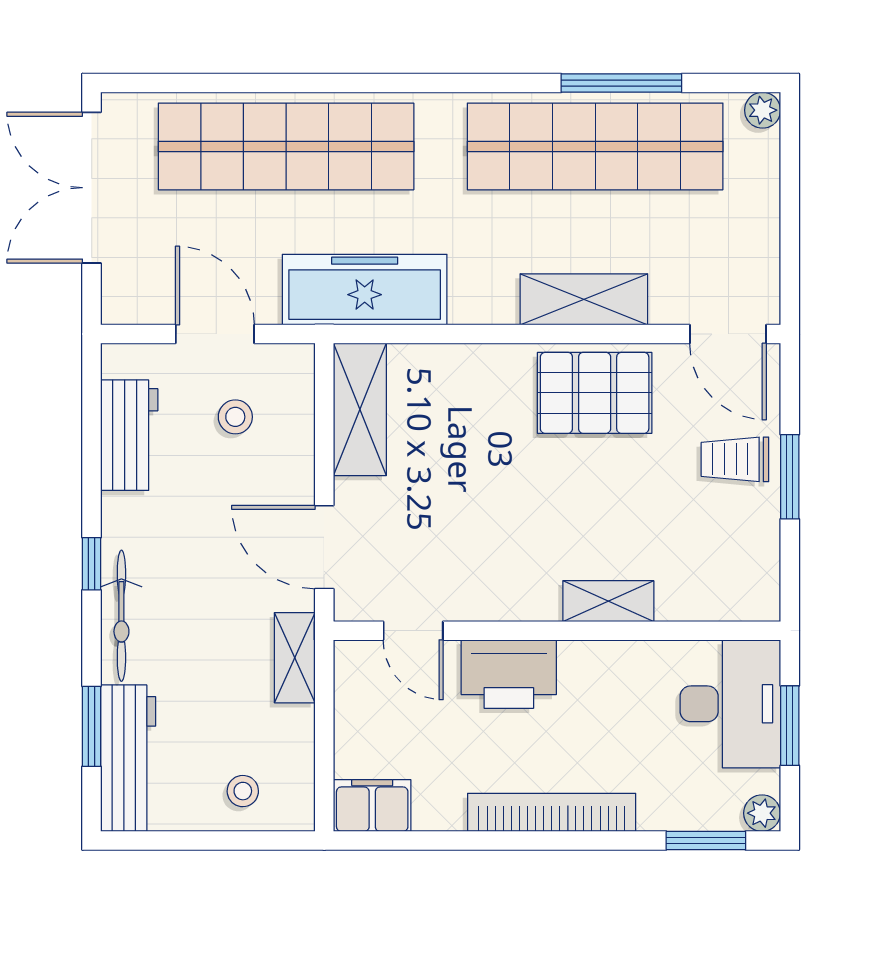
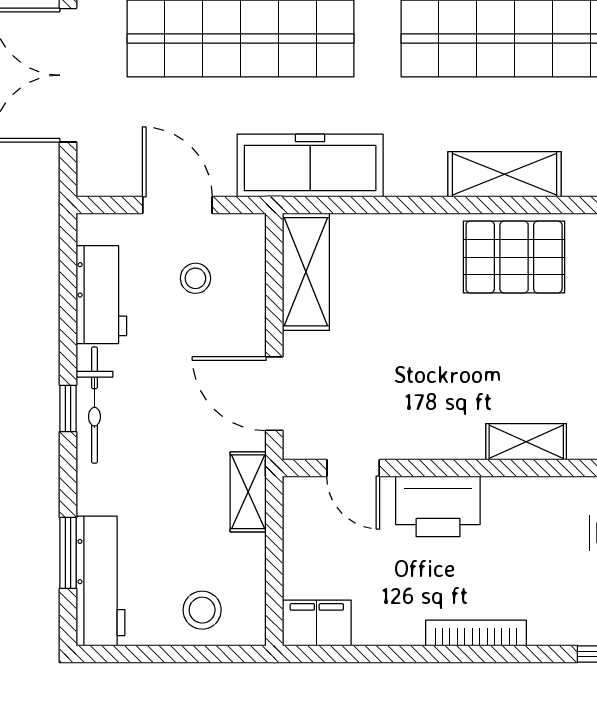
bicycle: (121, 616) -> (94, 405), moved
stool: (243, 791) -> (202, 610), width x1.37, depth x1.37
bookcase: (552, 812) -> (476, 633), width x0.68, depth x0.76

